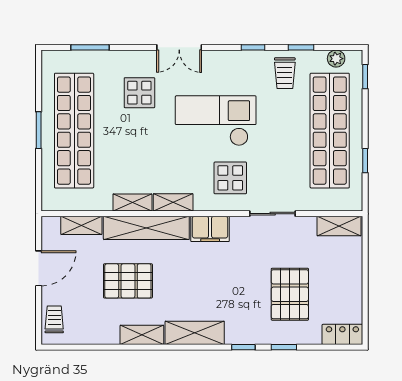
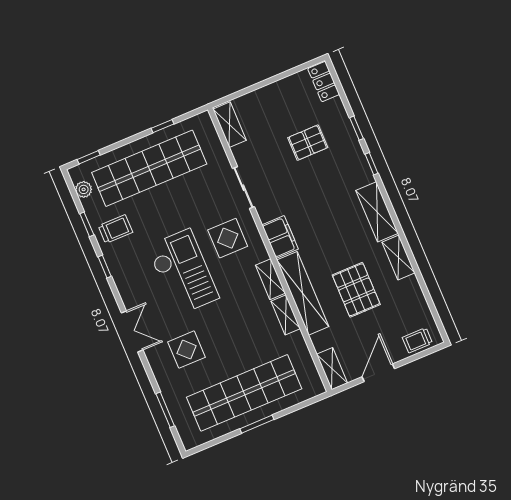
checkout: (216, 121) -> (183, 272), turned 180
shelving: (81, 225) -> (332, 369), moved
door: (39, 268) -> (378, 373), hinge flipped
pallet: (290, 294) -> (308, 143), width x0.67, depth x0.71

